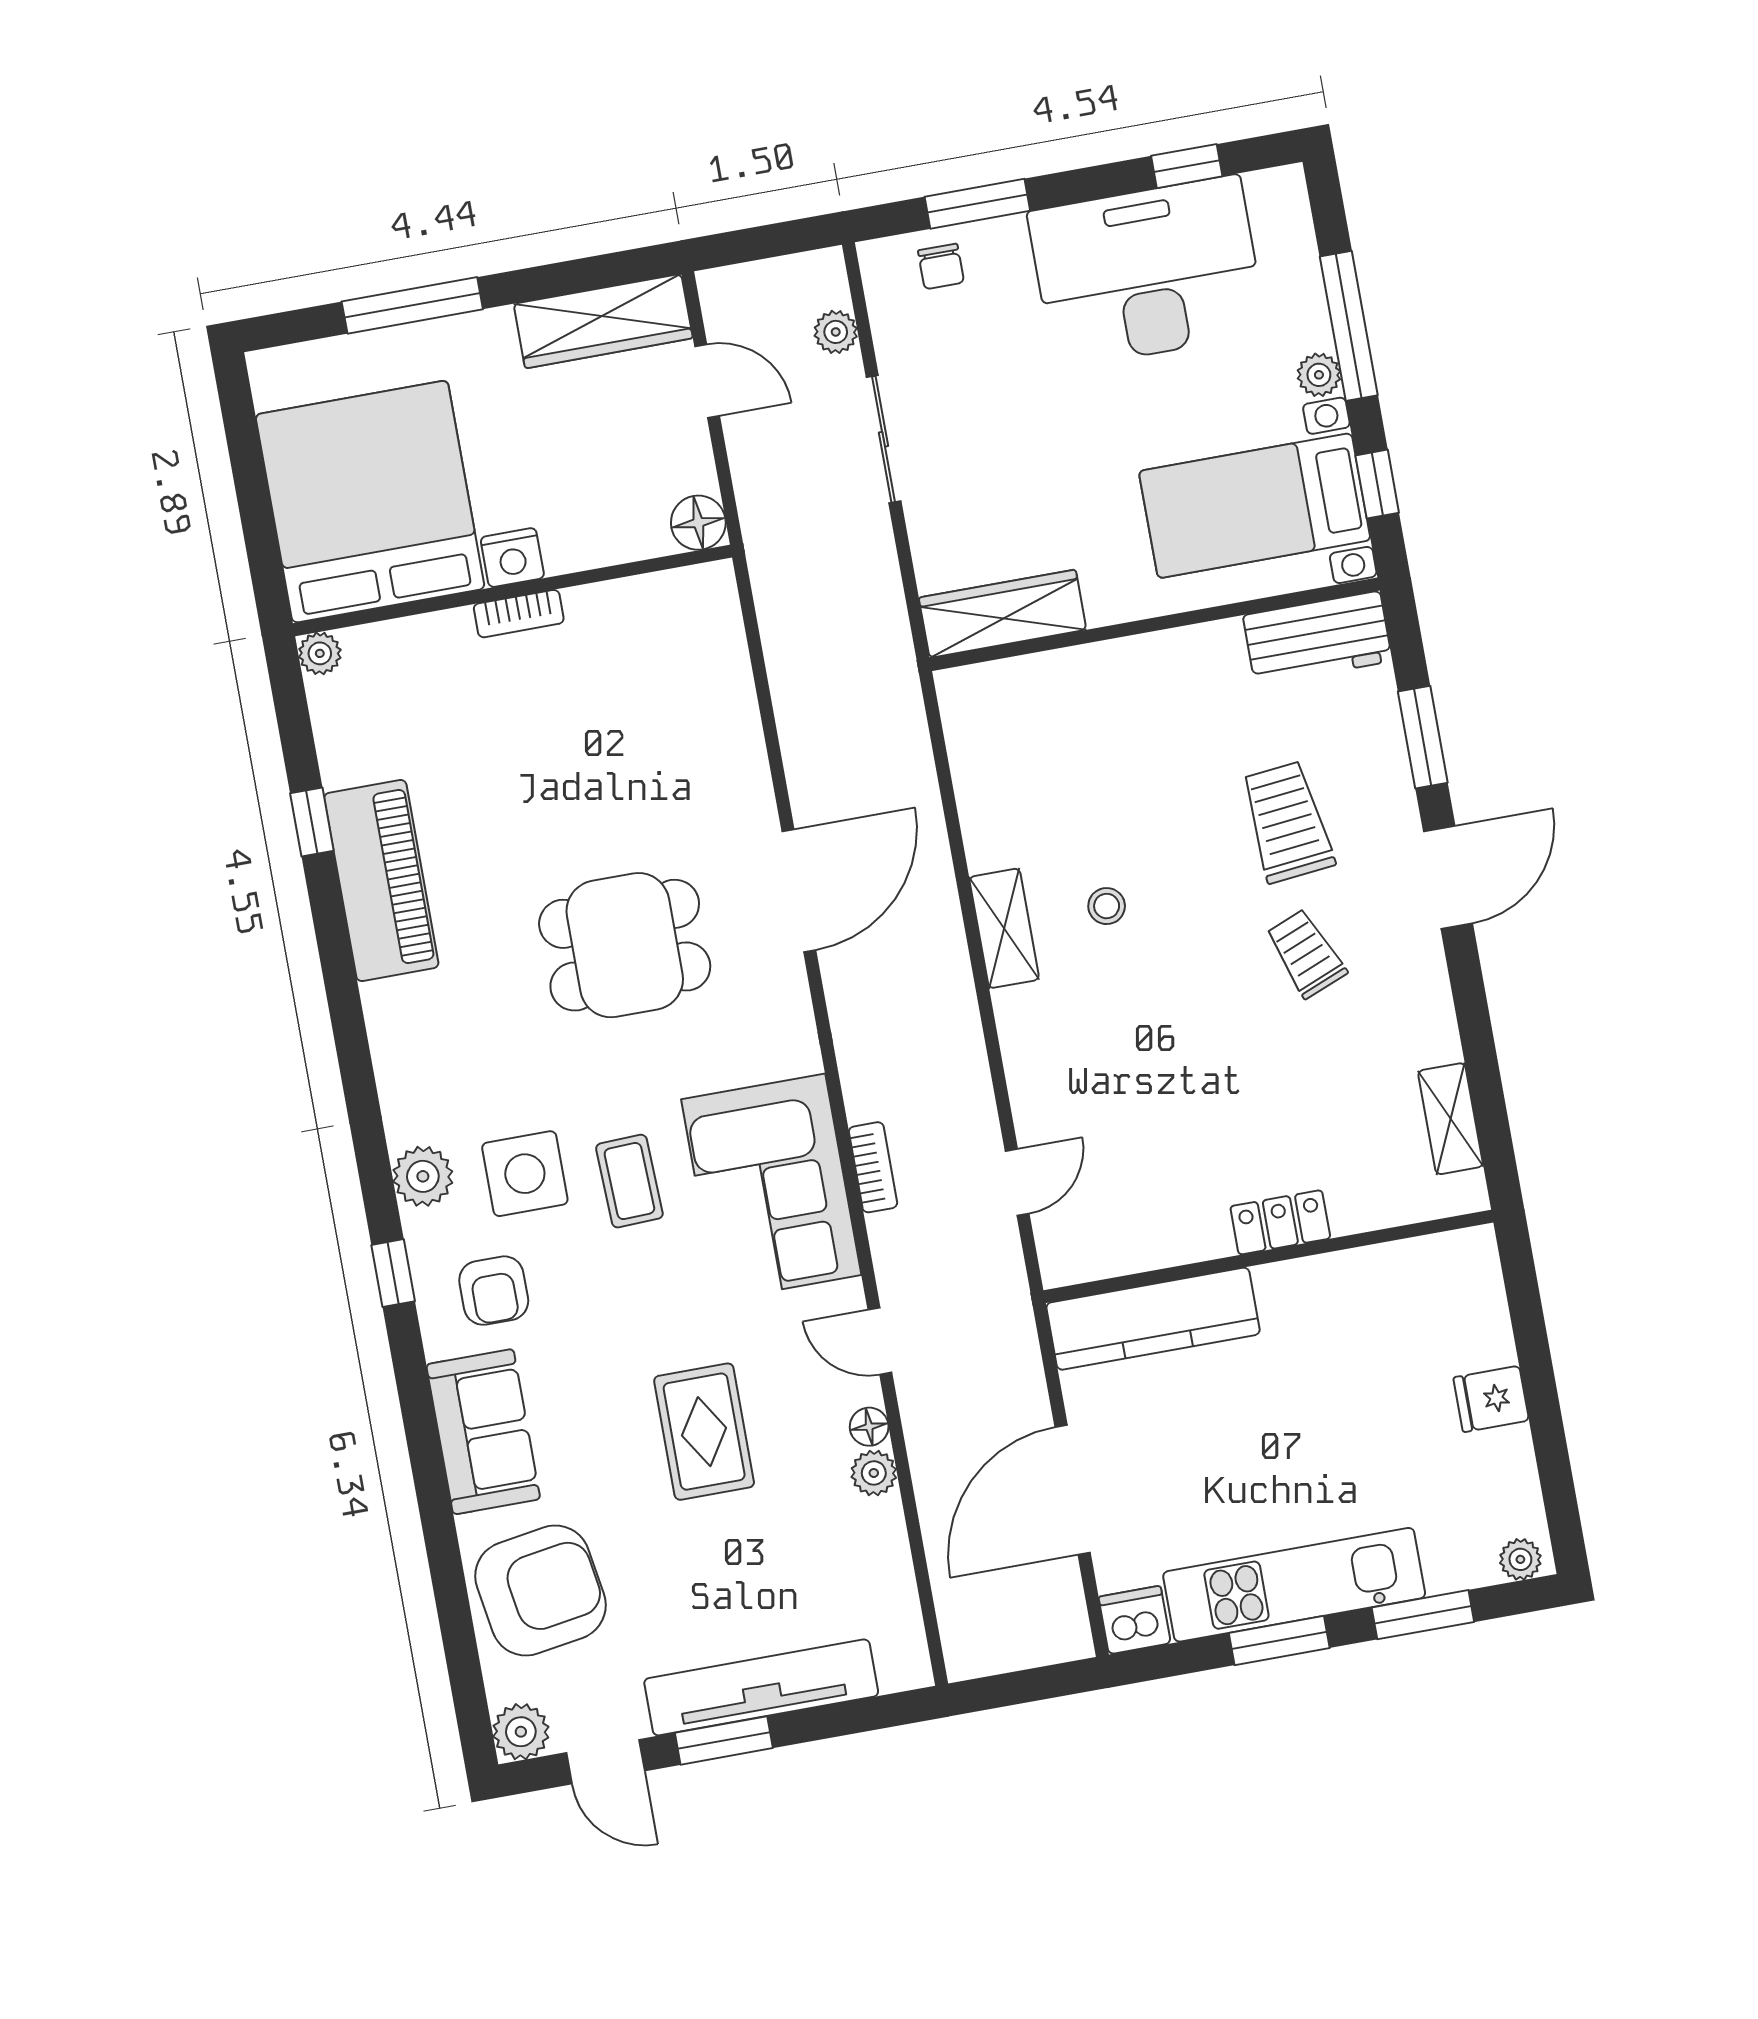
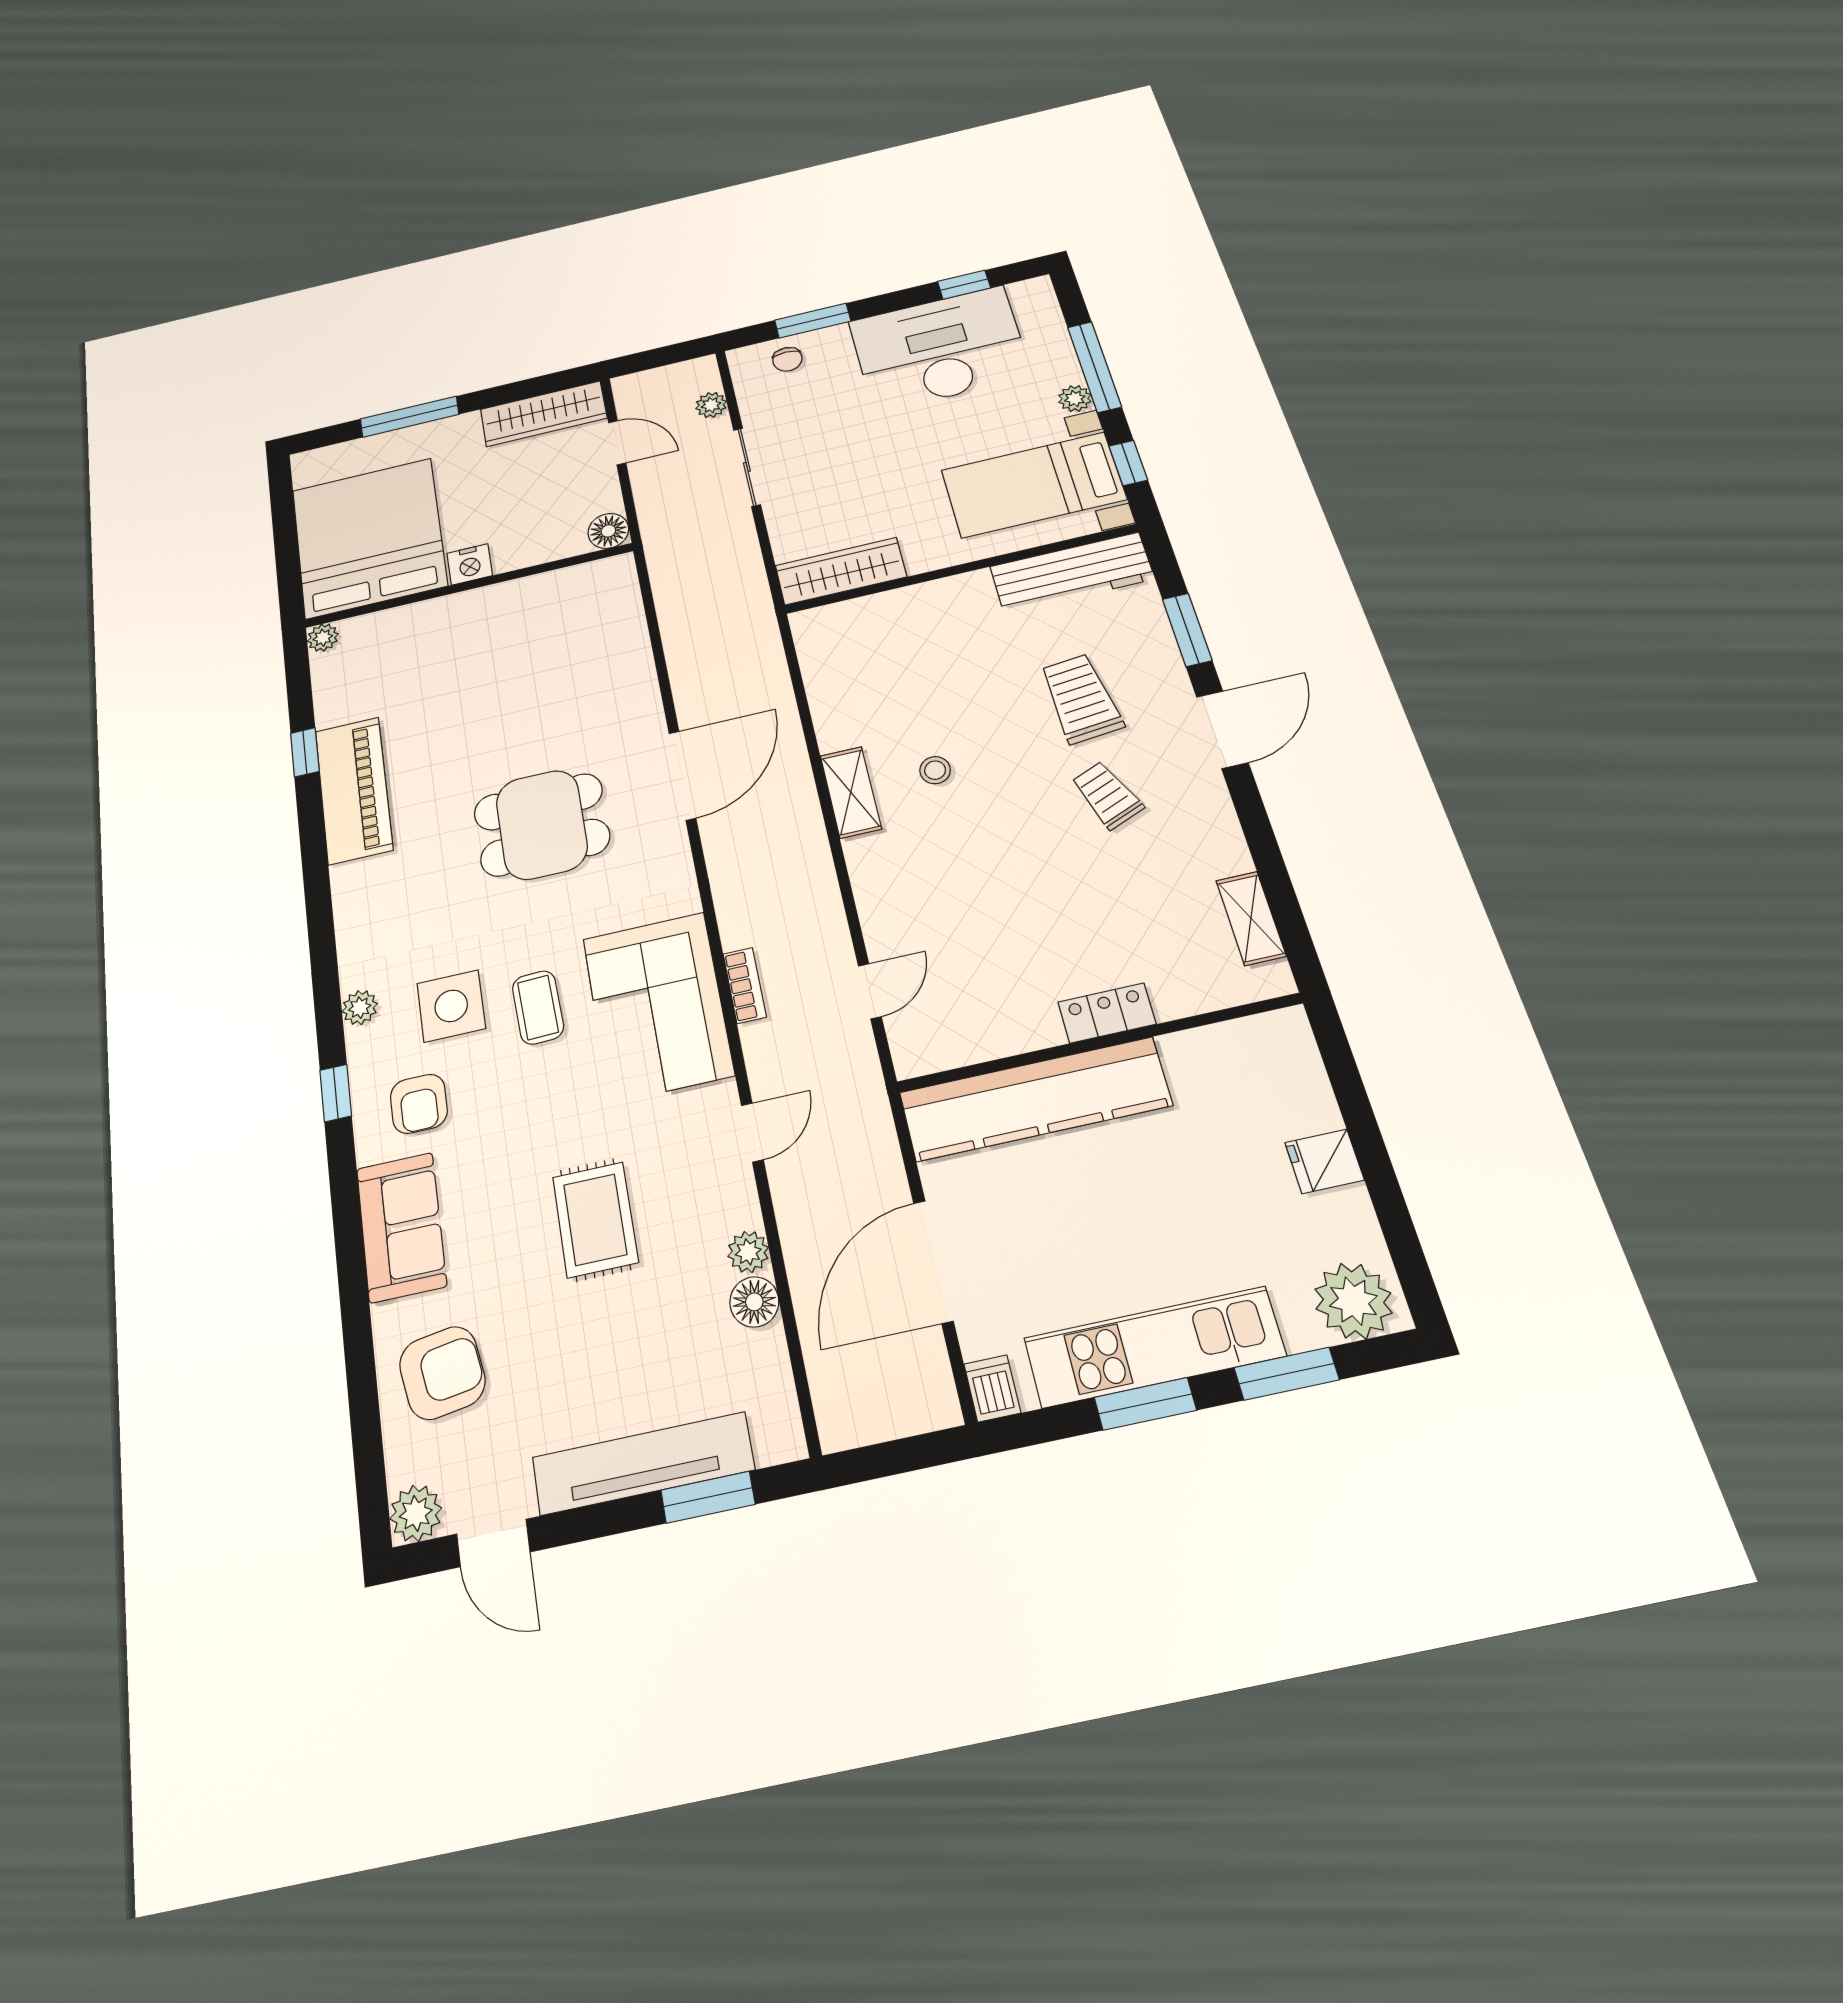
bookcase: (519, 614) -> (472, 600), removed
workbench: (1318, 638) -> (1072, 573), width x1.37
plant: (423, 1176) -> (360, 1008), width x0.73, depth x0.73
kitchen counter: (1153, 1319) -> (1035, 1099), width x1.39, depth x1.17
door: (880, 1341) -> (752, 1132), swing flipped
floor lamp: (869, 1427) -> (754, 1302), moved, width x1.37, depth x1.37
plant: (1520, 1559) -> (1353, 1301), width x1.88, depth x1.88
armchair: (541, 1591) -> (442, 1373), width x0.73, depth x0.73
dishwasher: (1135, 1620) -> (992, 1388), width x0.73
window: (724, 1740) -> (708, 1497), moved

